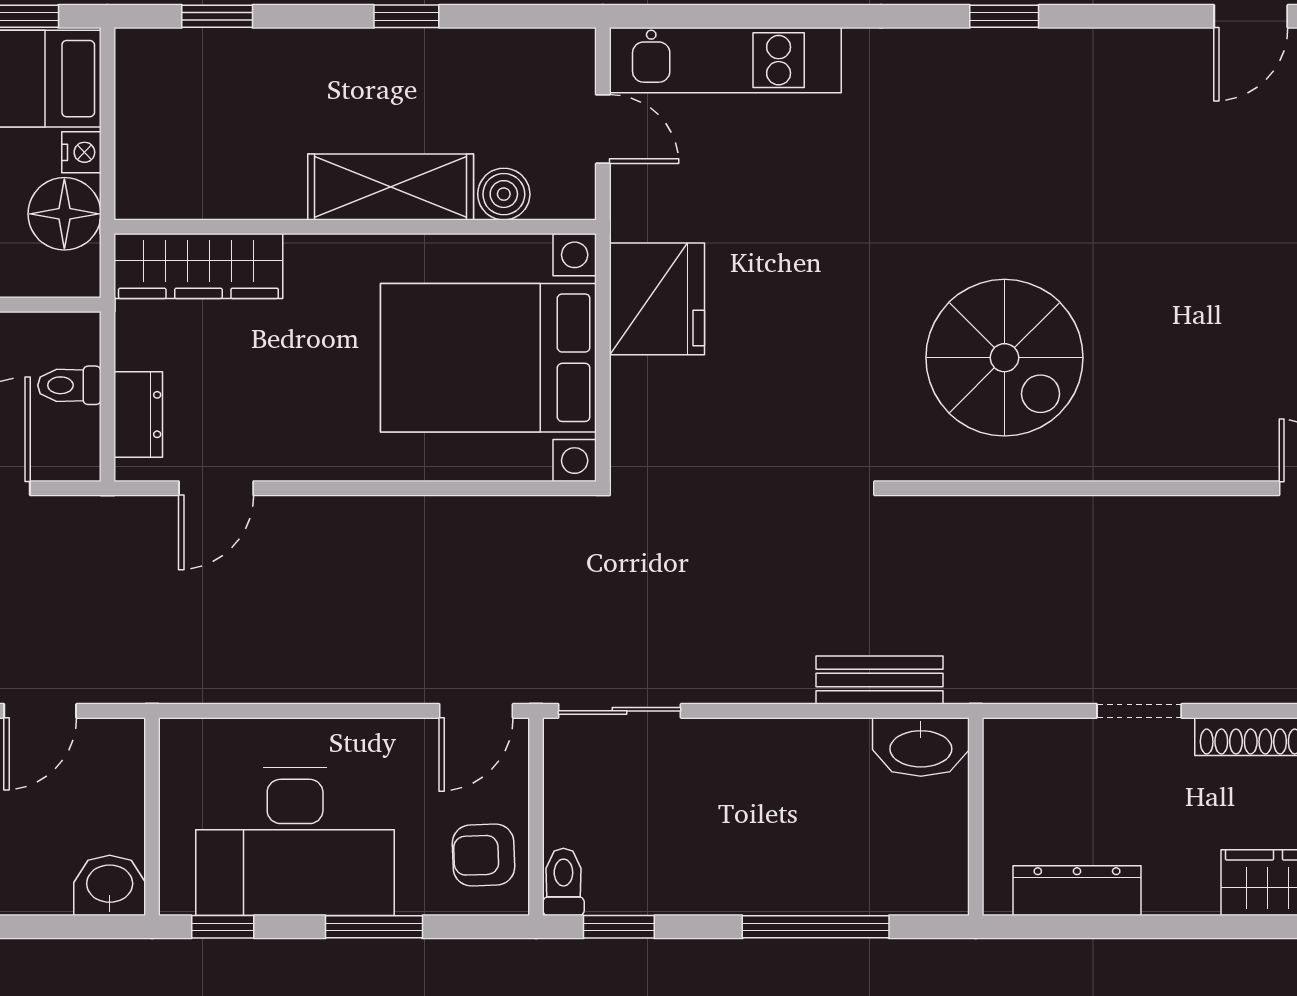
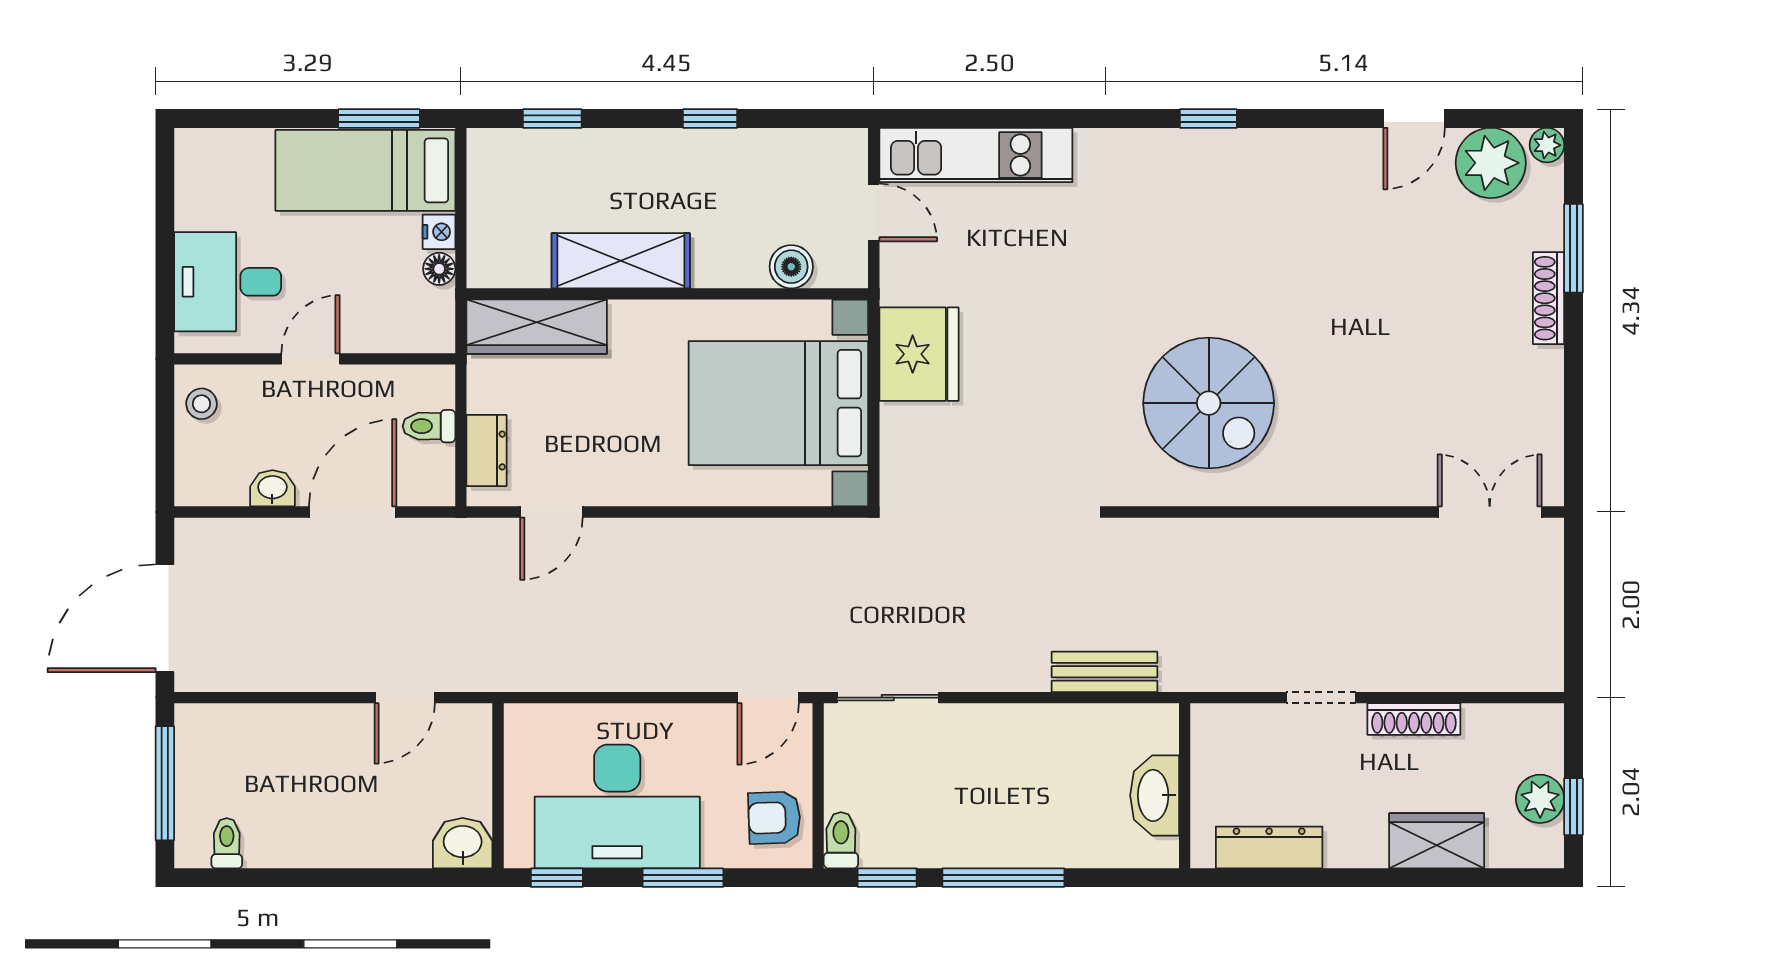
shelving: (391, 187) -> (621, 261), moved
floor lamp: (64, 214) -> (439, 269), width x0.53, depth x0.53
washbasin: (921, 747) -> (1155, 795), moved, turned 90
window: (816, 927) -> (1003, 878), moved

